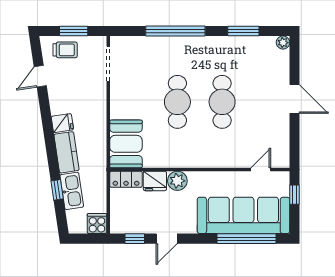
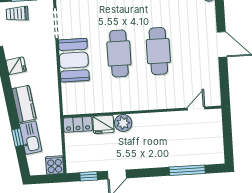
trolley: (65, 50) -> (17, 14), turned 180
fridge: (62, 123) -> (16, 66), moved
booth: (126, 144) -> (74, 60), moved
window: (295, 195) -> (227, 129), removed
sofa: (243, 215) -> (183, 150), removed
window: (246, 239) -> (187, 170), width x0.68

